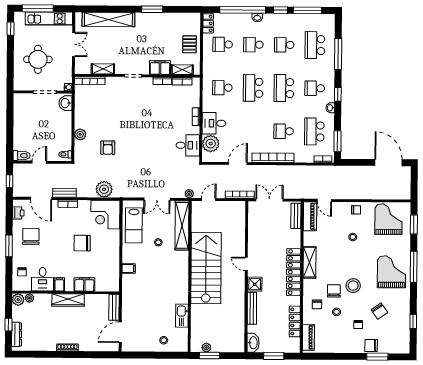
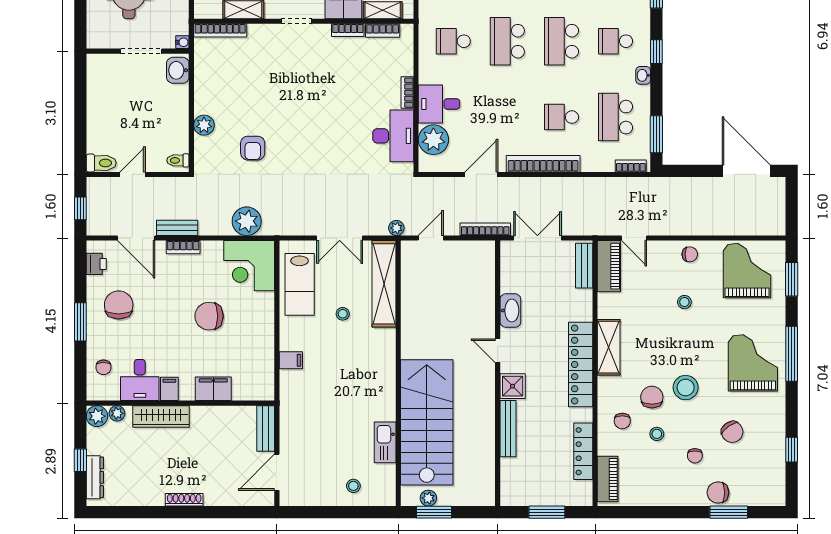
desk: (188, 145) -> (393, 136), width x1.37
stairs: (206, 268) -> (427, 422), moved
wardrobe: (68, 300) -> (161, 416), moved
washbasin: (253, 343) -> (510, 311), moved

